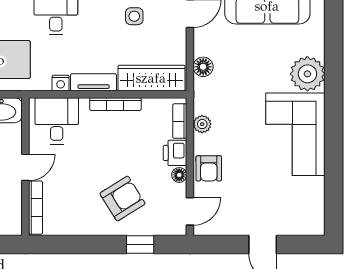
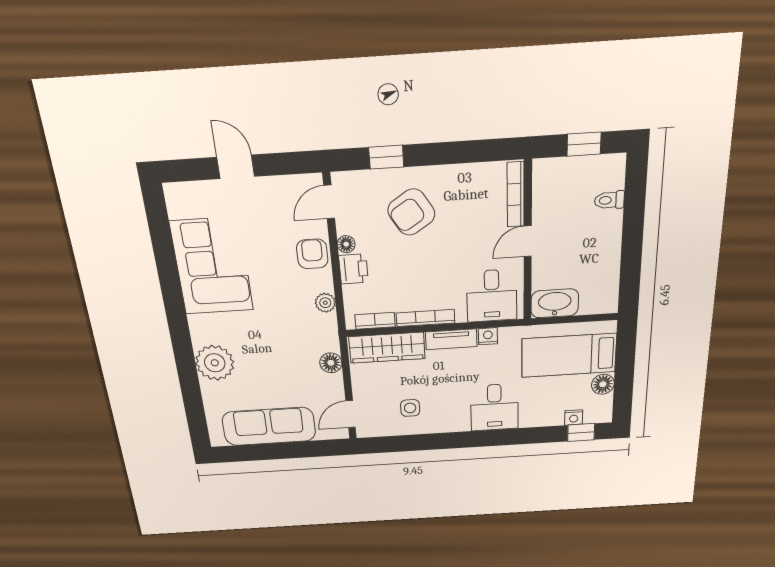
bookcase: (180, 121) -> (375, 321), moved, turned -90
corner sofa: (295, 134) -> (212, 266), moved

